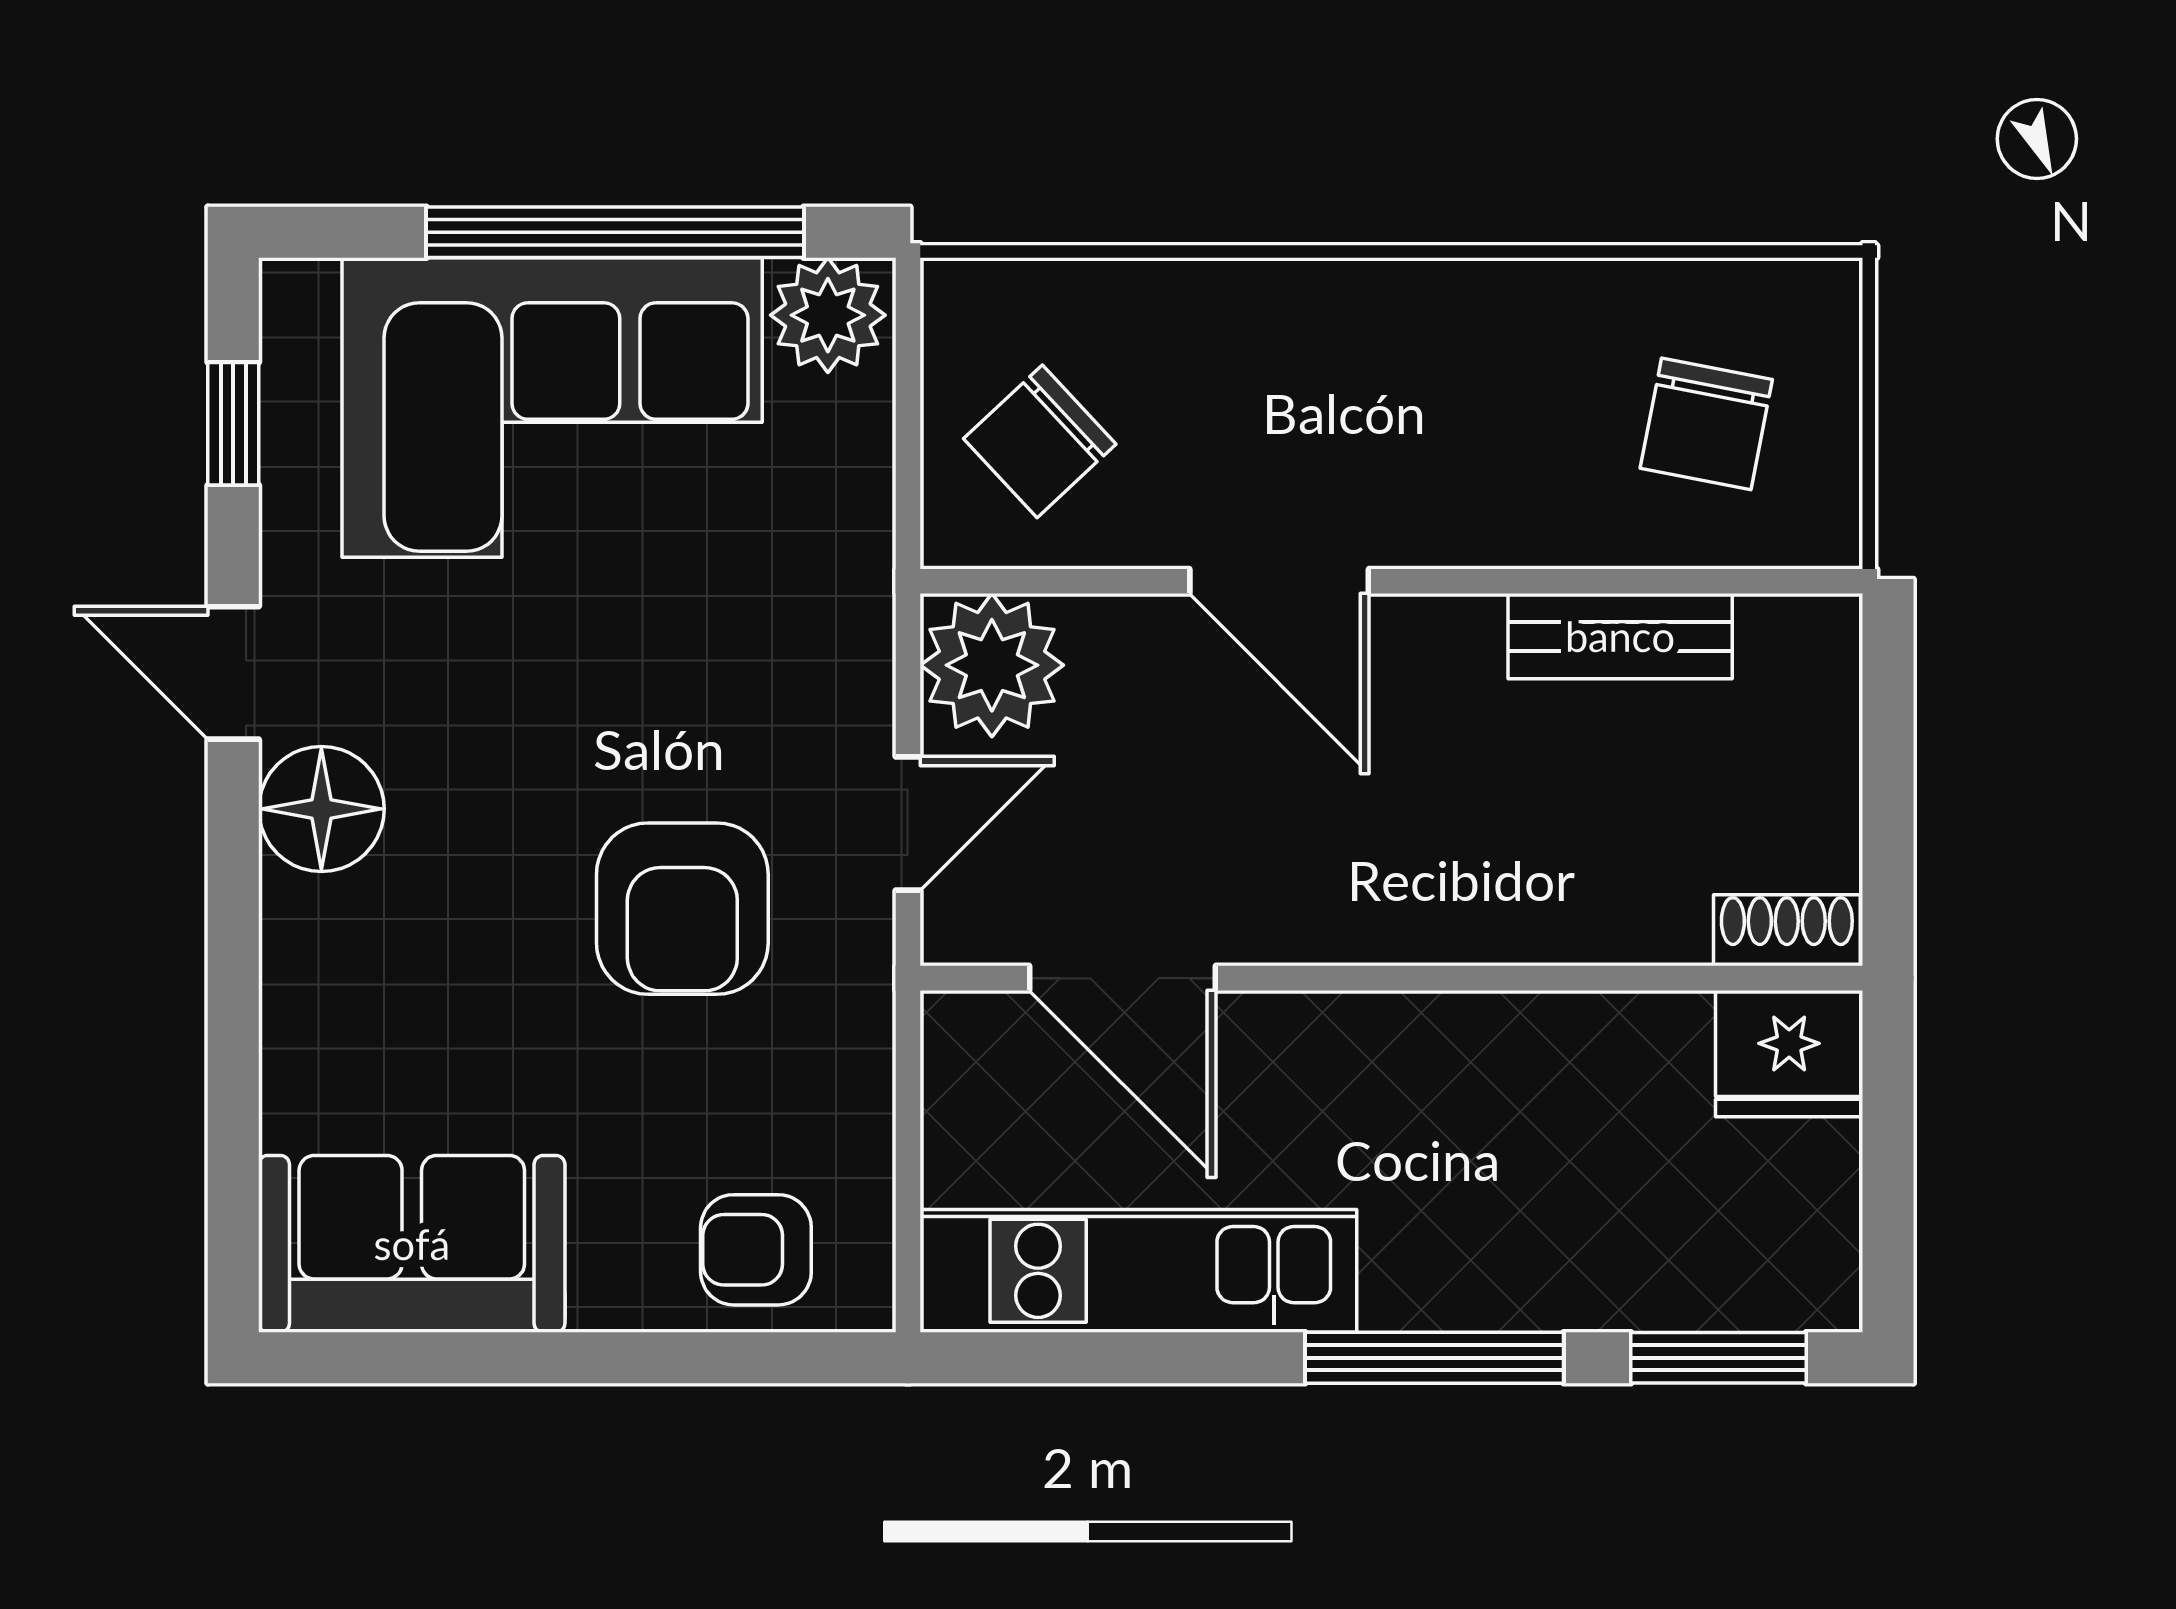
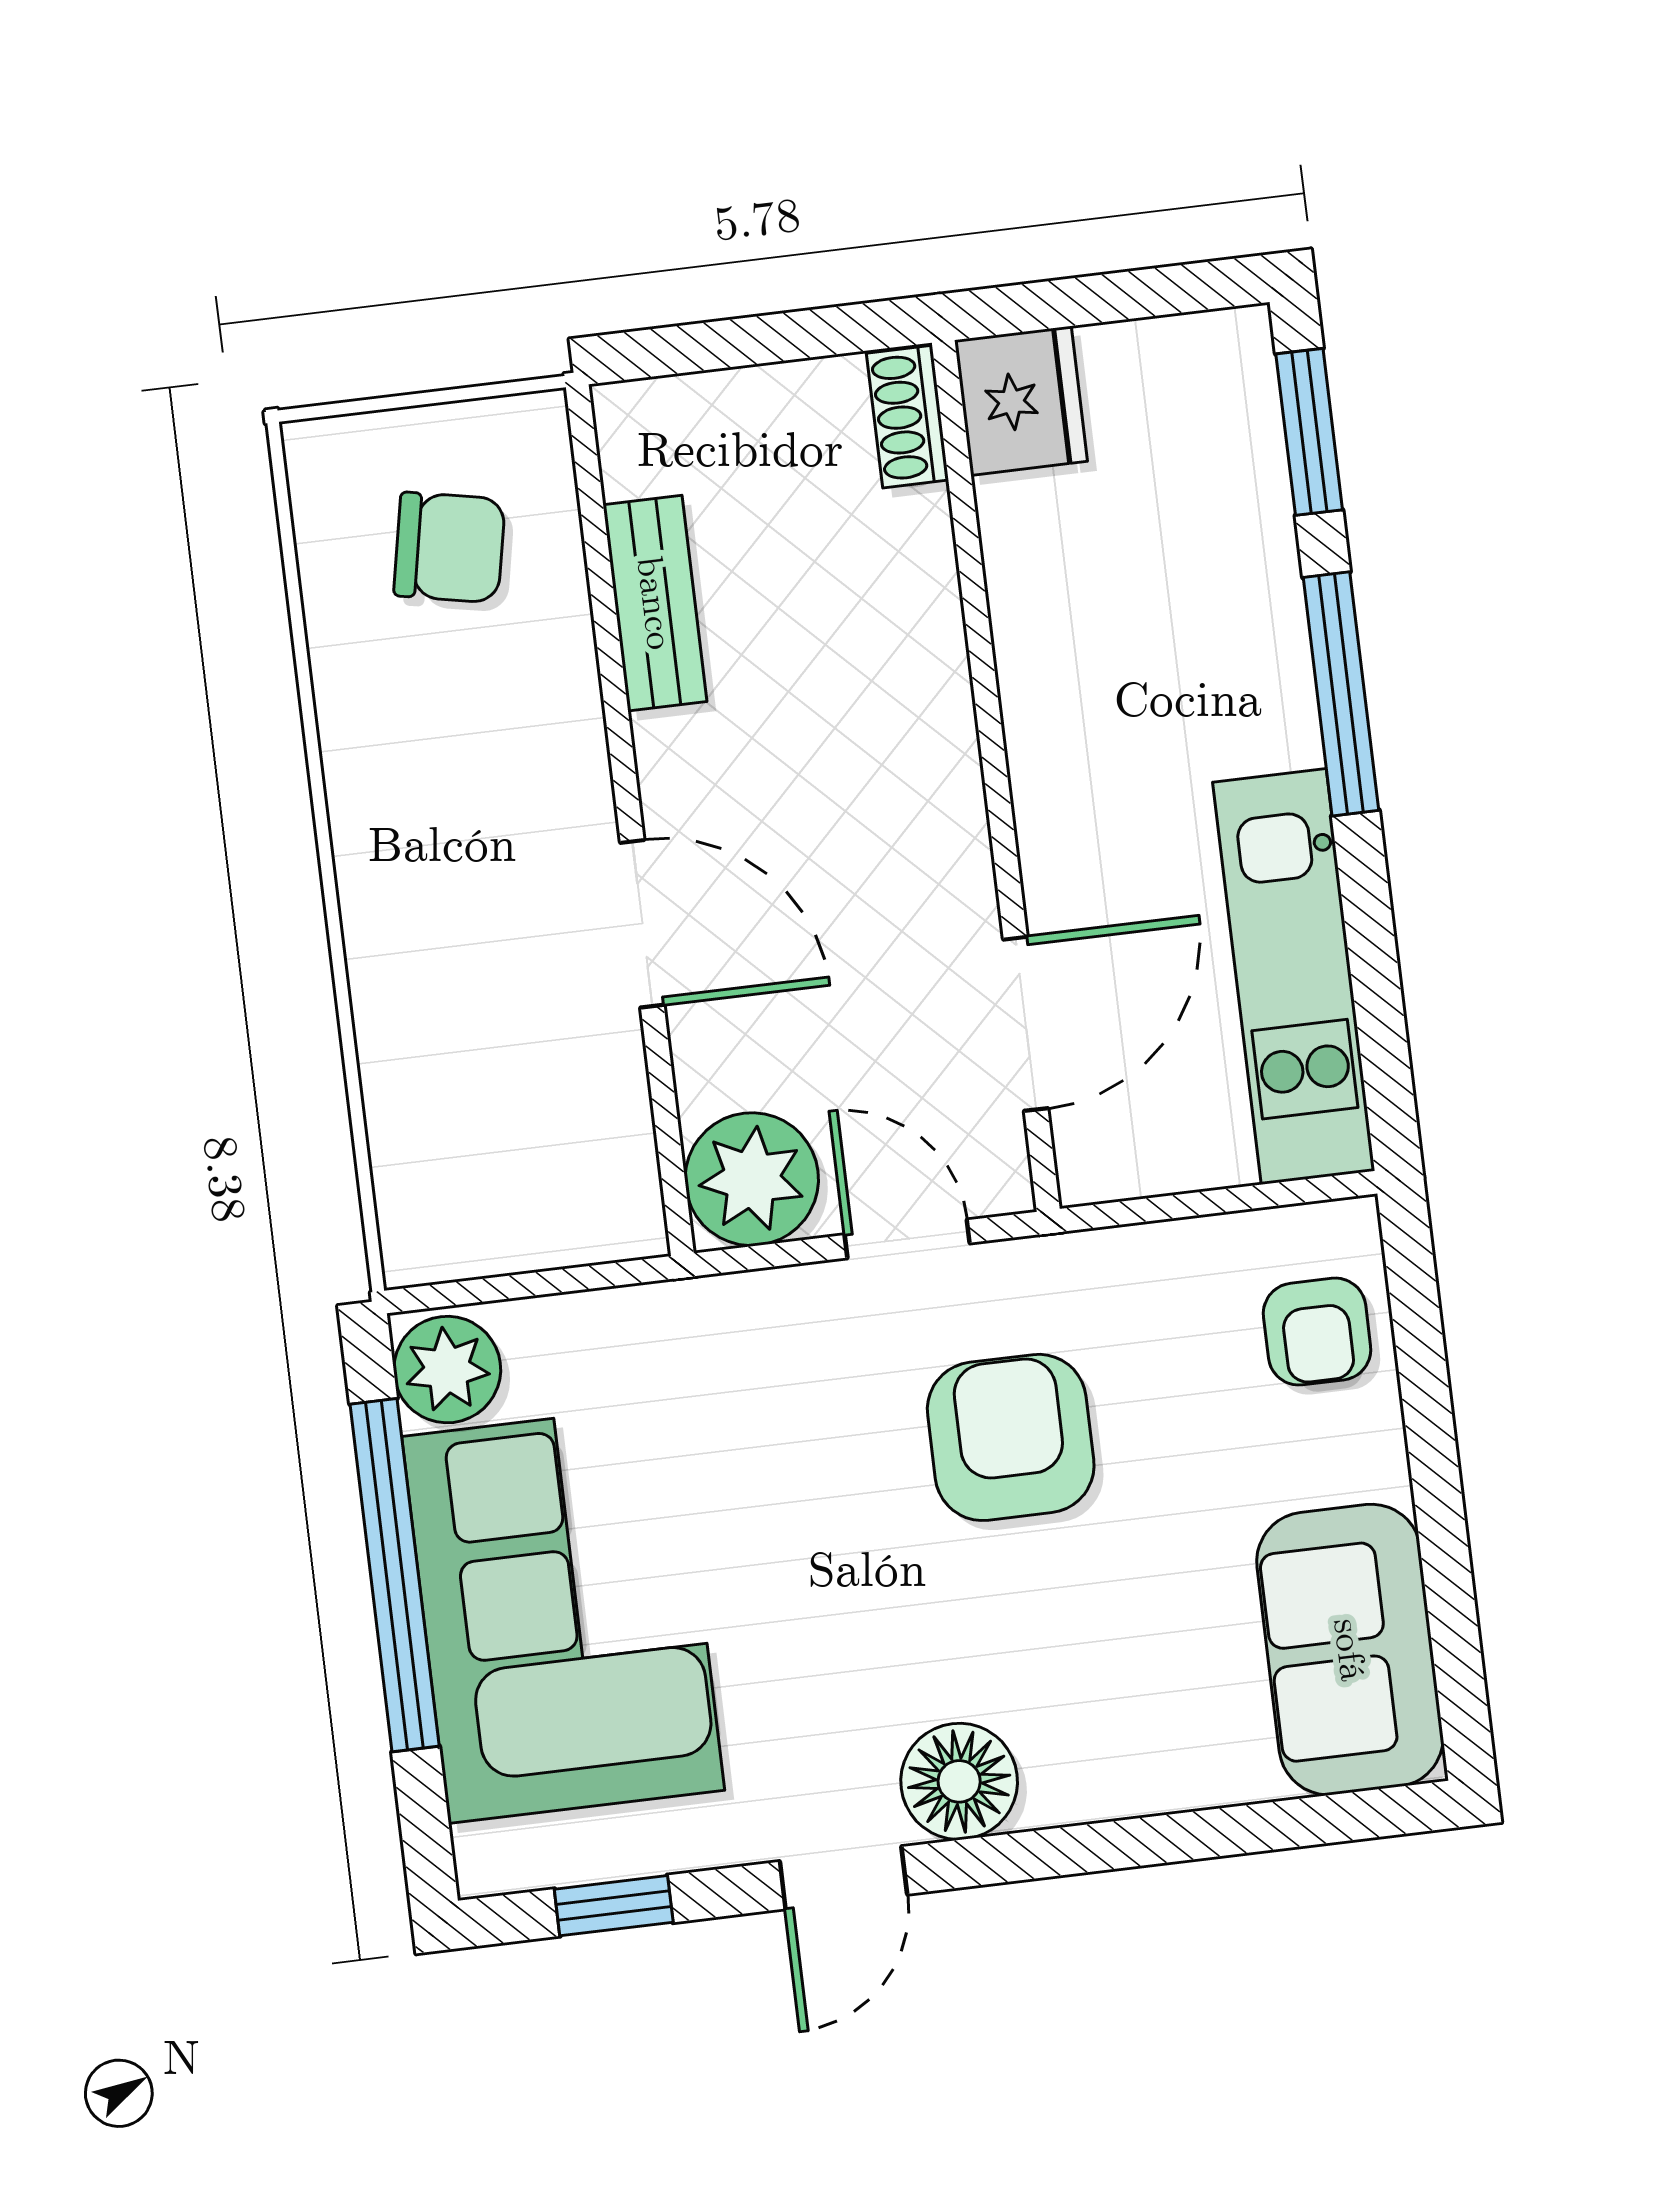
chair: (1040, 441) -> (540, 1160), removed
door: (1279, 581) -> (642, 924), hinge flipped
armchair: (682, 909) -> (1011, 1437), turned -90

